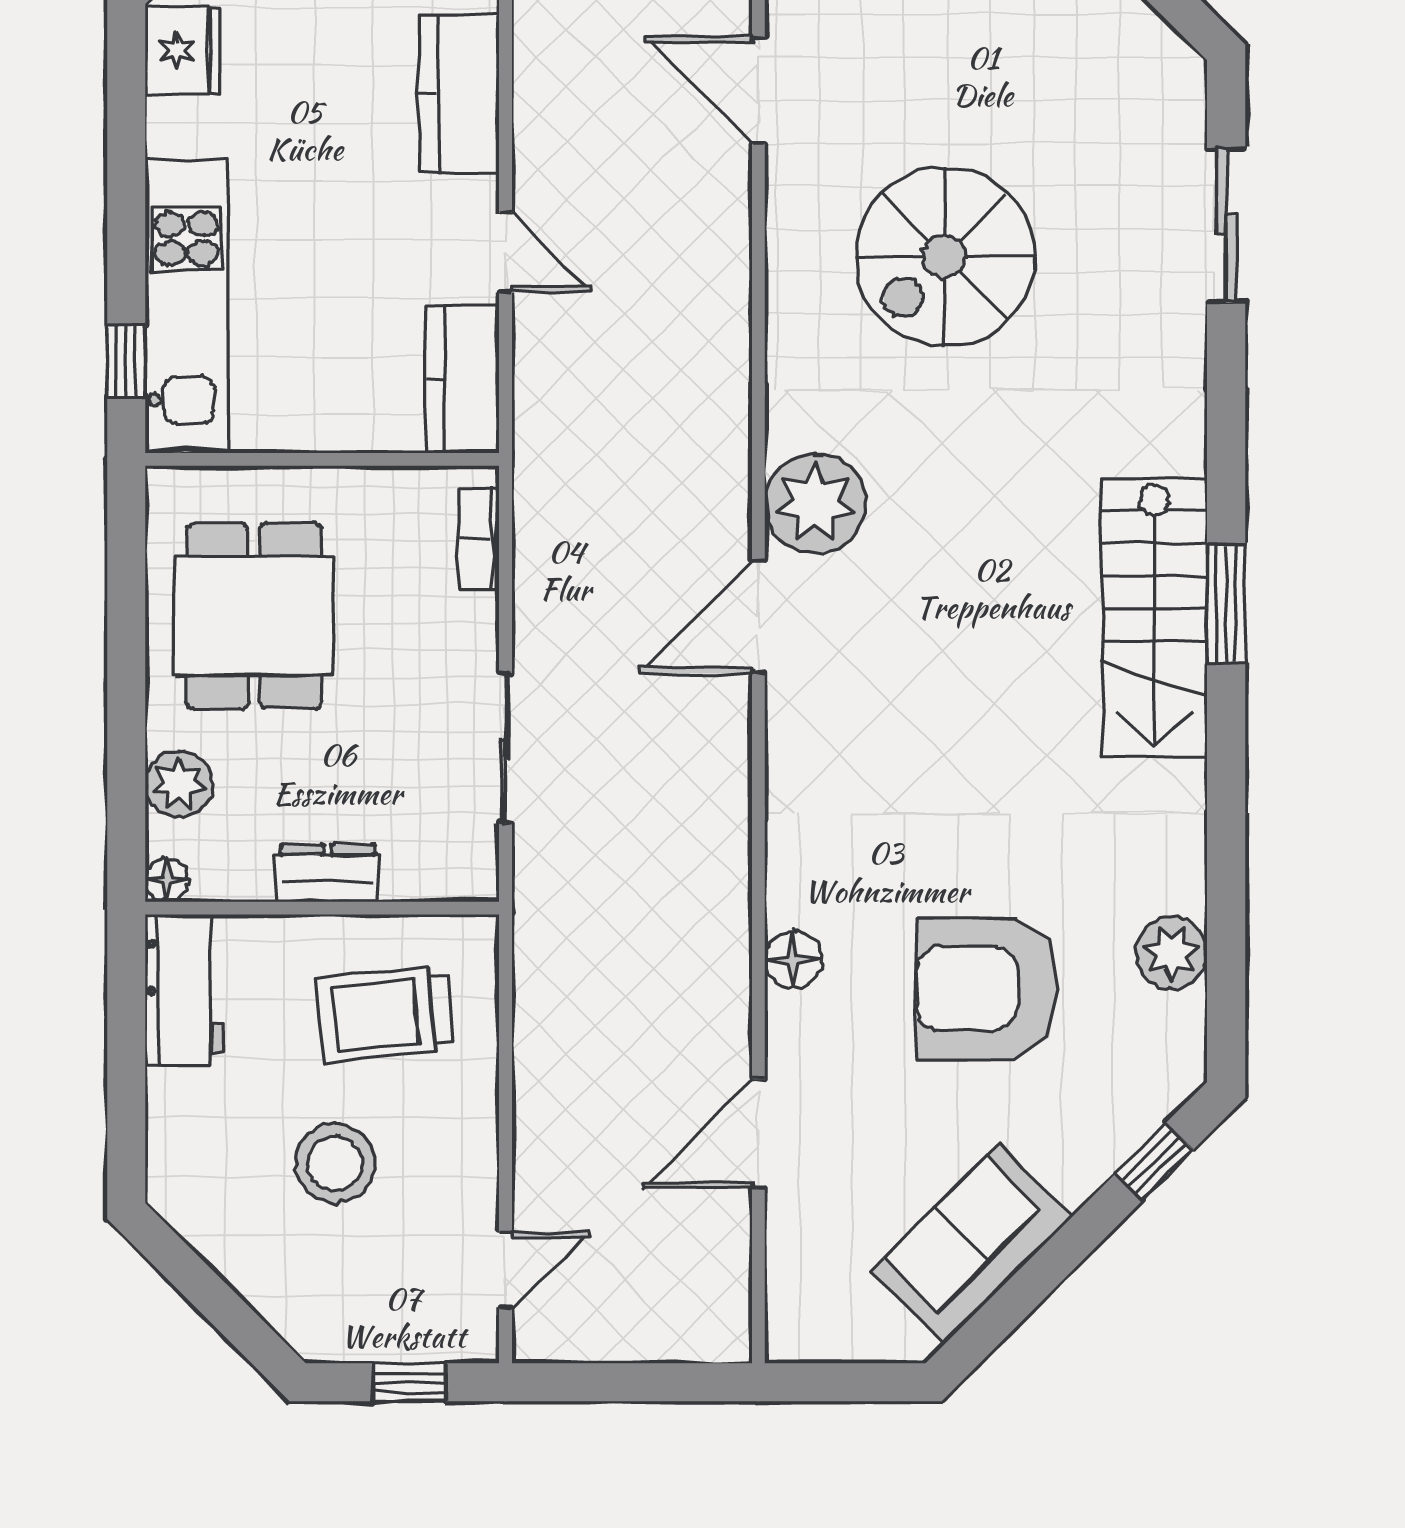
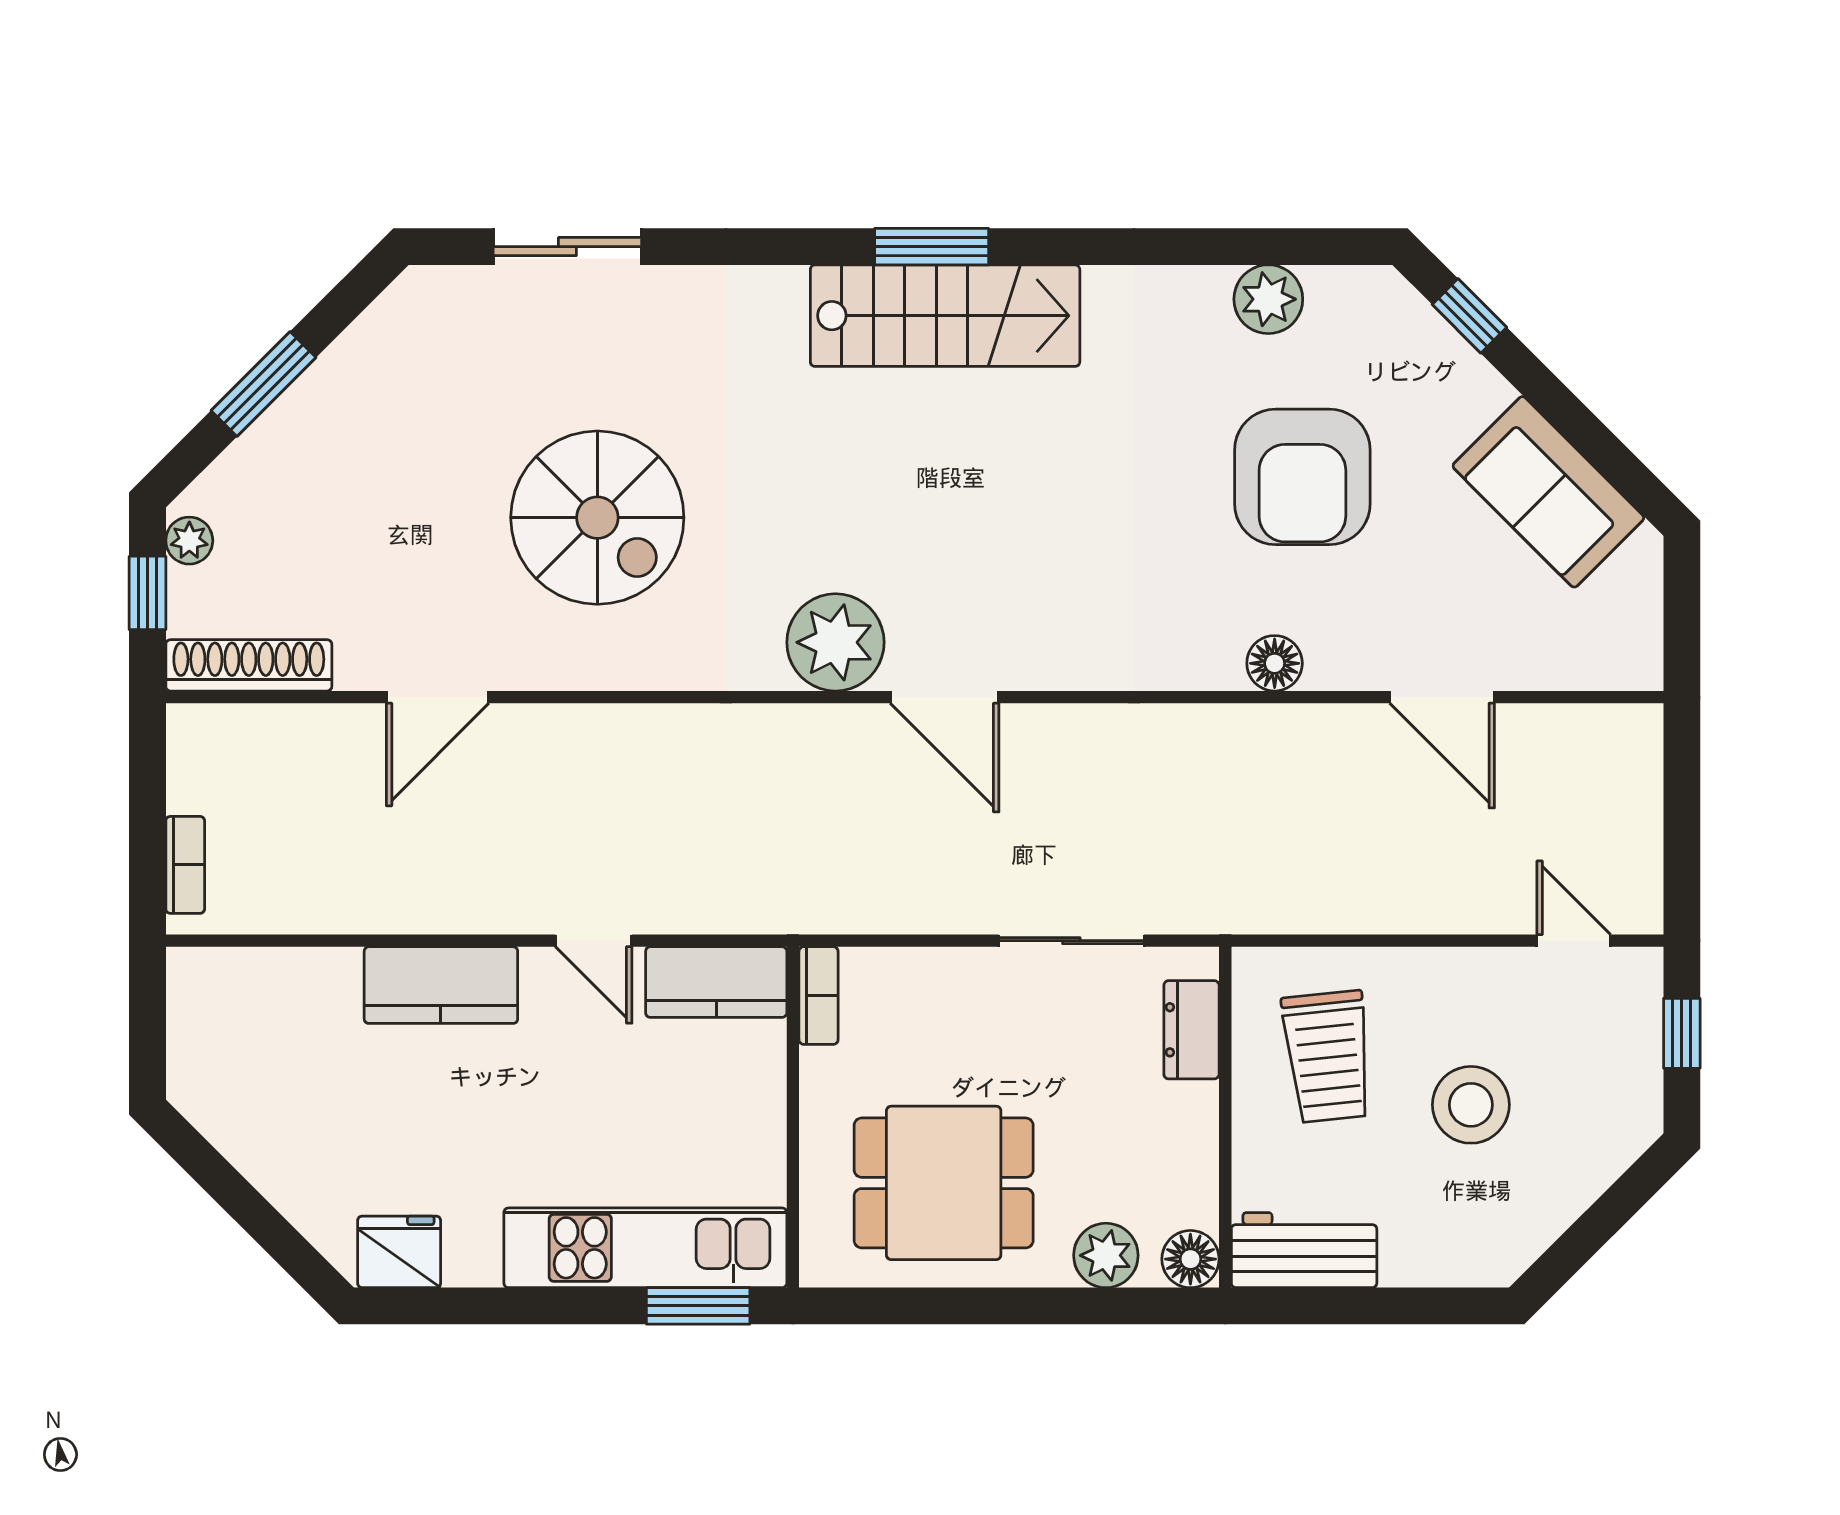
door: (506, 253) -> (594, 941), swing flipped
window: (126, 361) -> (698, 1306), width x1.50
bookcase: (479, 538) -> (819, 996), moved, turned -90
dresser: (328, 873) -> (1191, 1030), moved
floor lamp: (167, 880) -> (1190, 1259), width x1.37, depth x1.37

